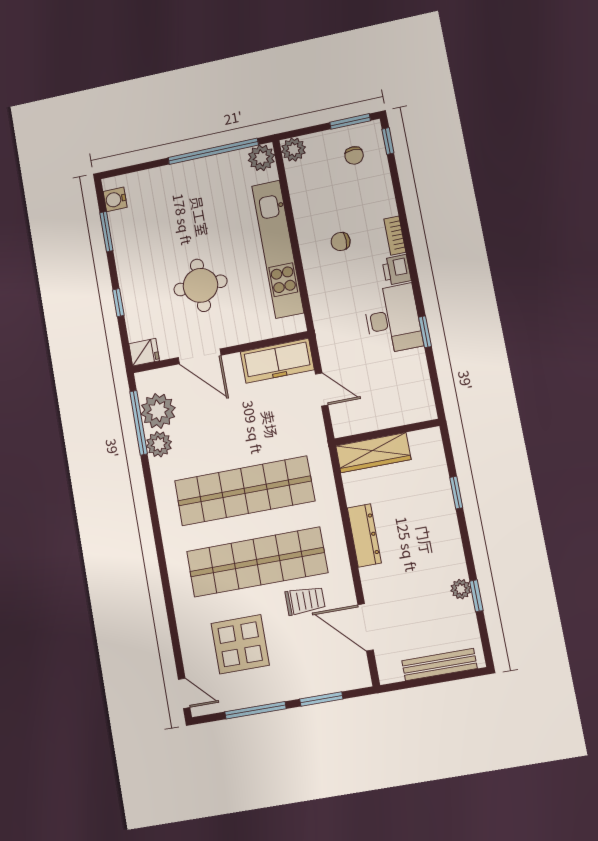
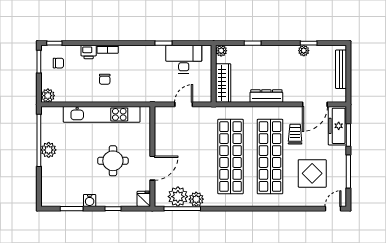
plant: (261, 158) -> (49, 150), moved
water cooler: (115, 199) -> (90, 200), moved
printer: (397, 270) -> (89, 52), moved
desk: (393, 319) -> (184, 59), moved
freezer: (277, 361) -> (337, 126), moved, turned 180
plant: (431, 438) -> (221, 51), added

